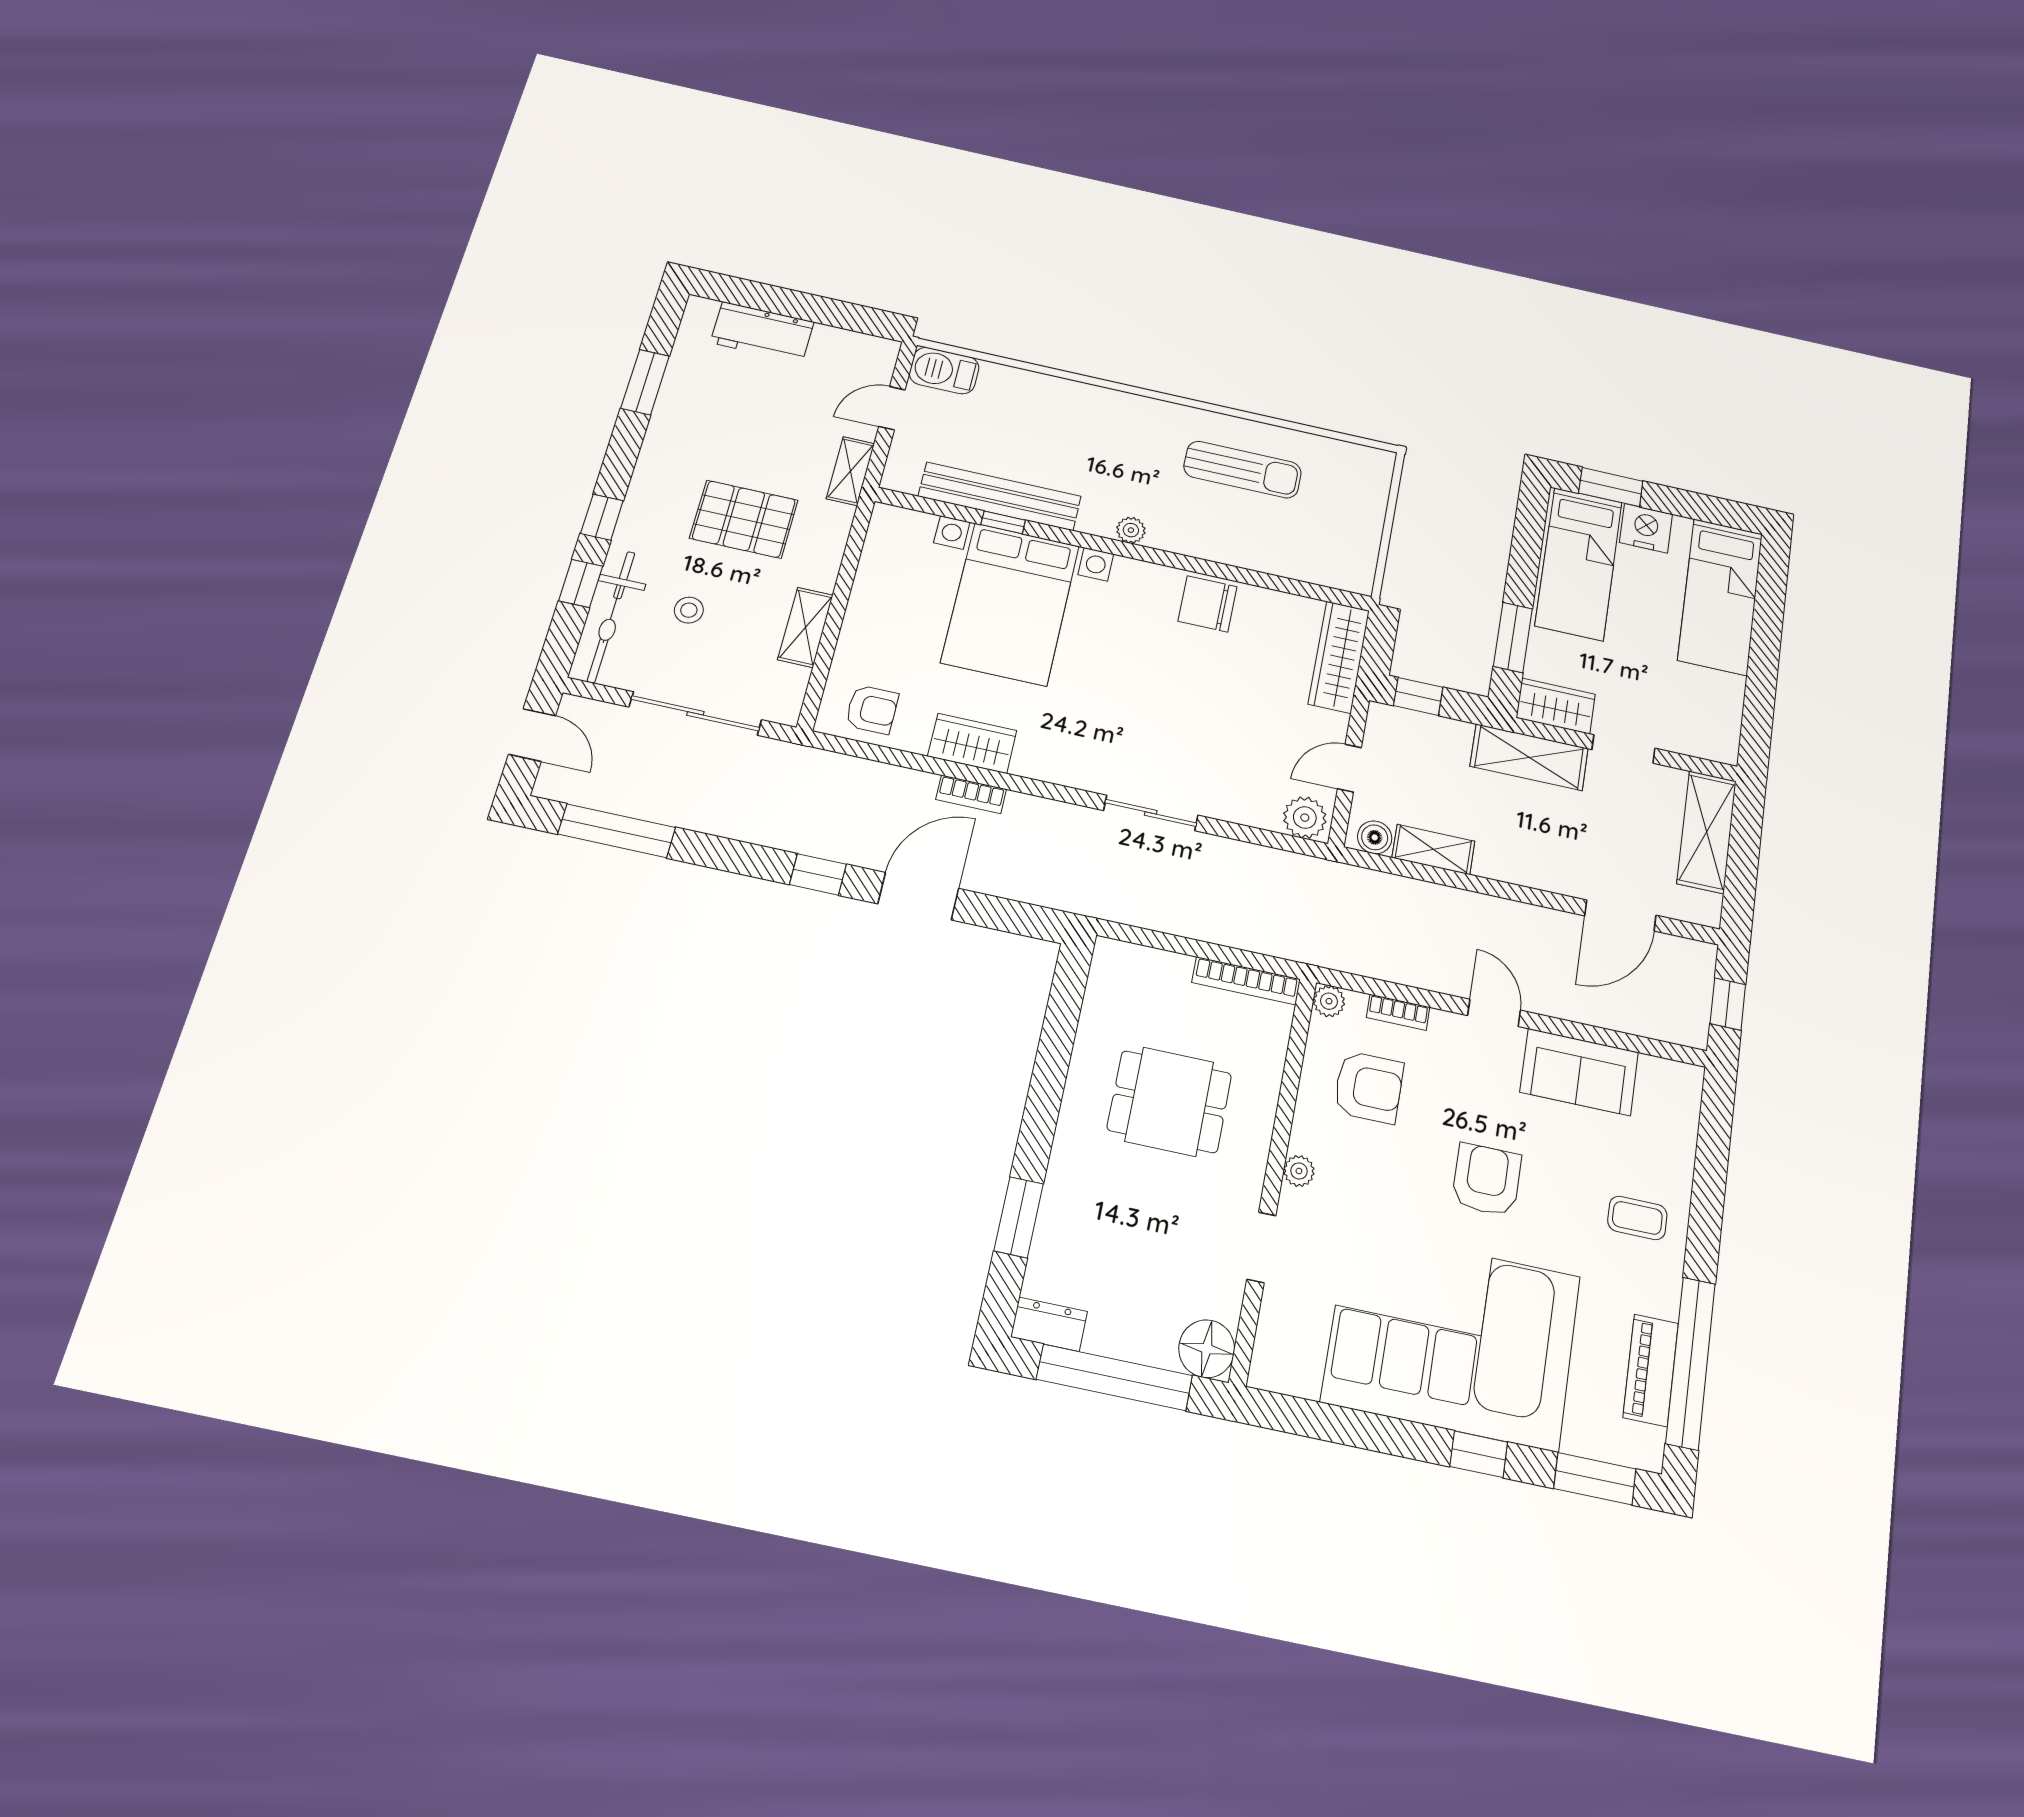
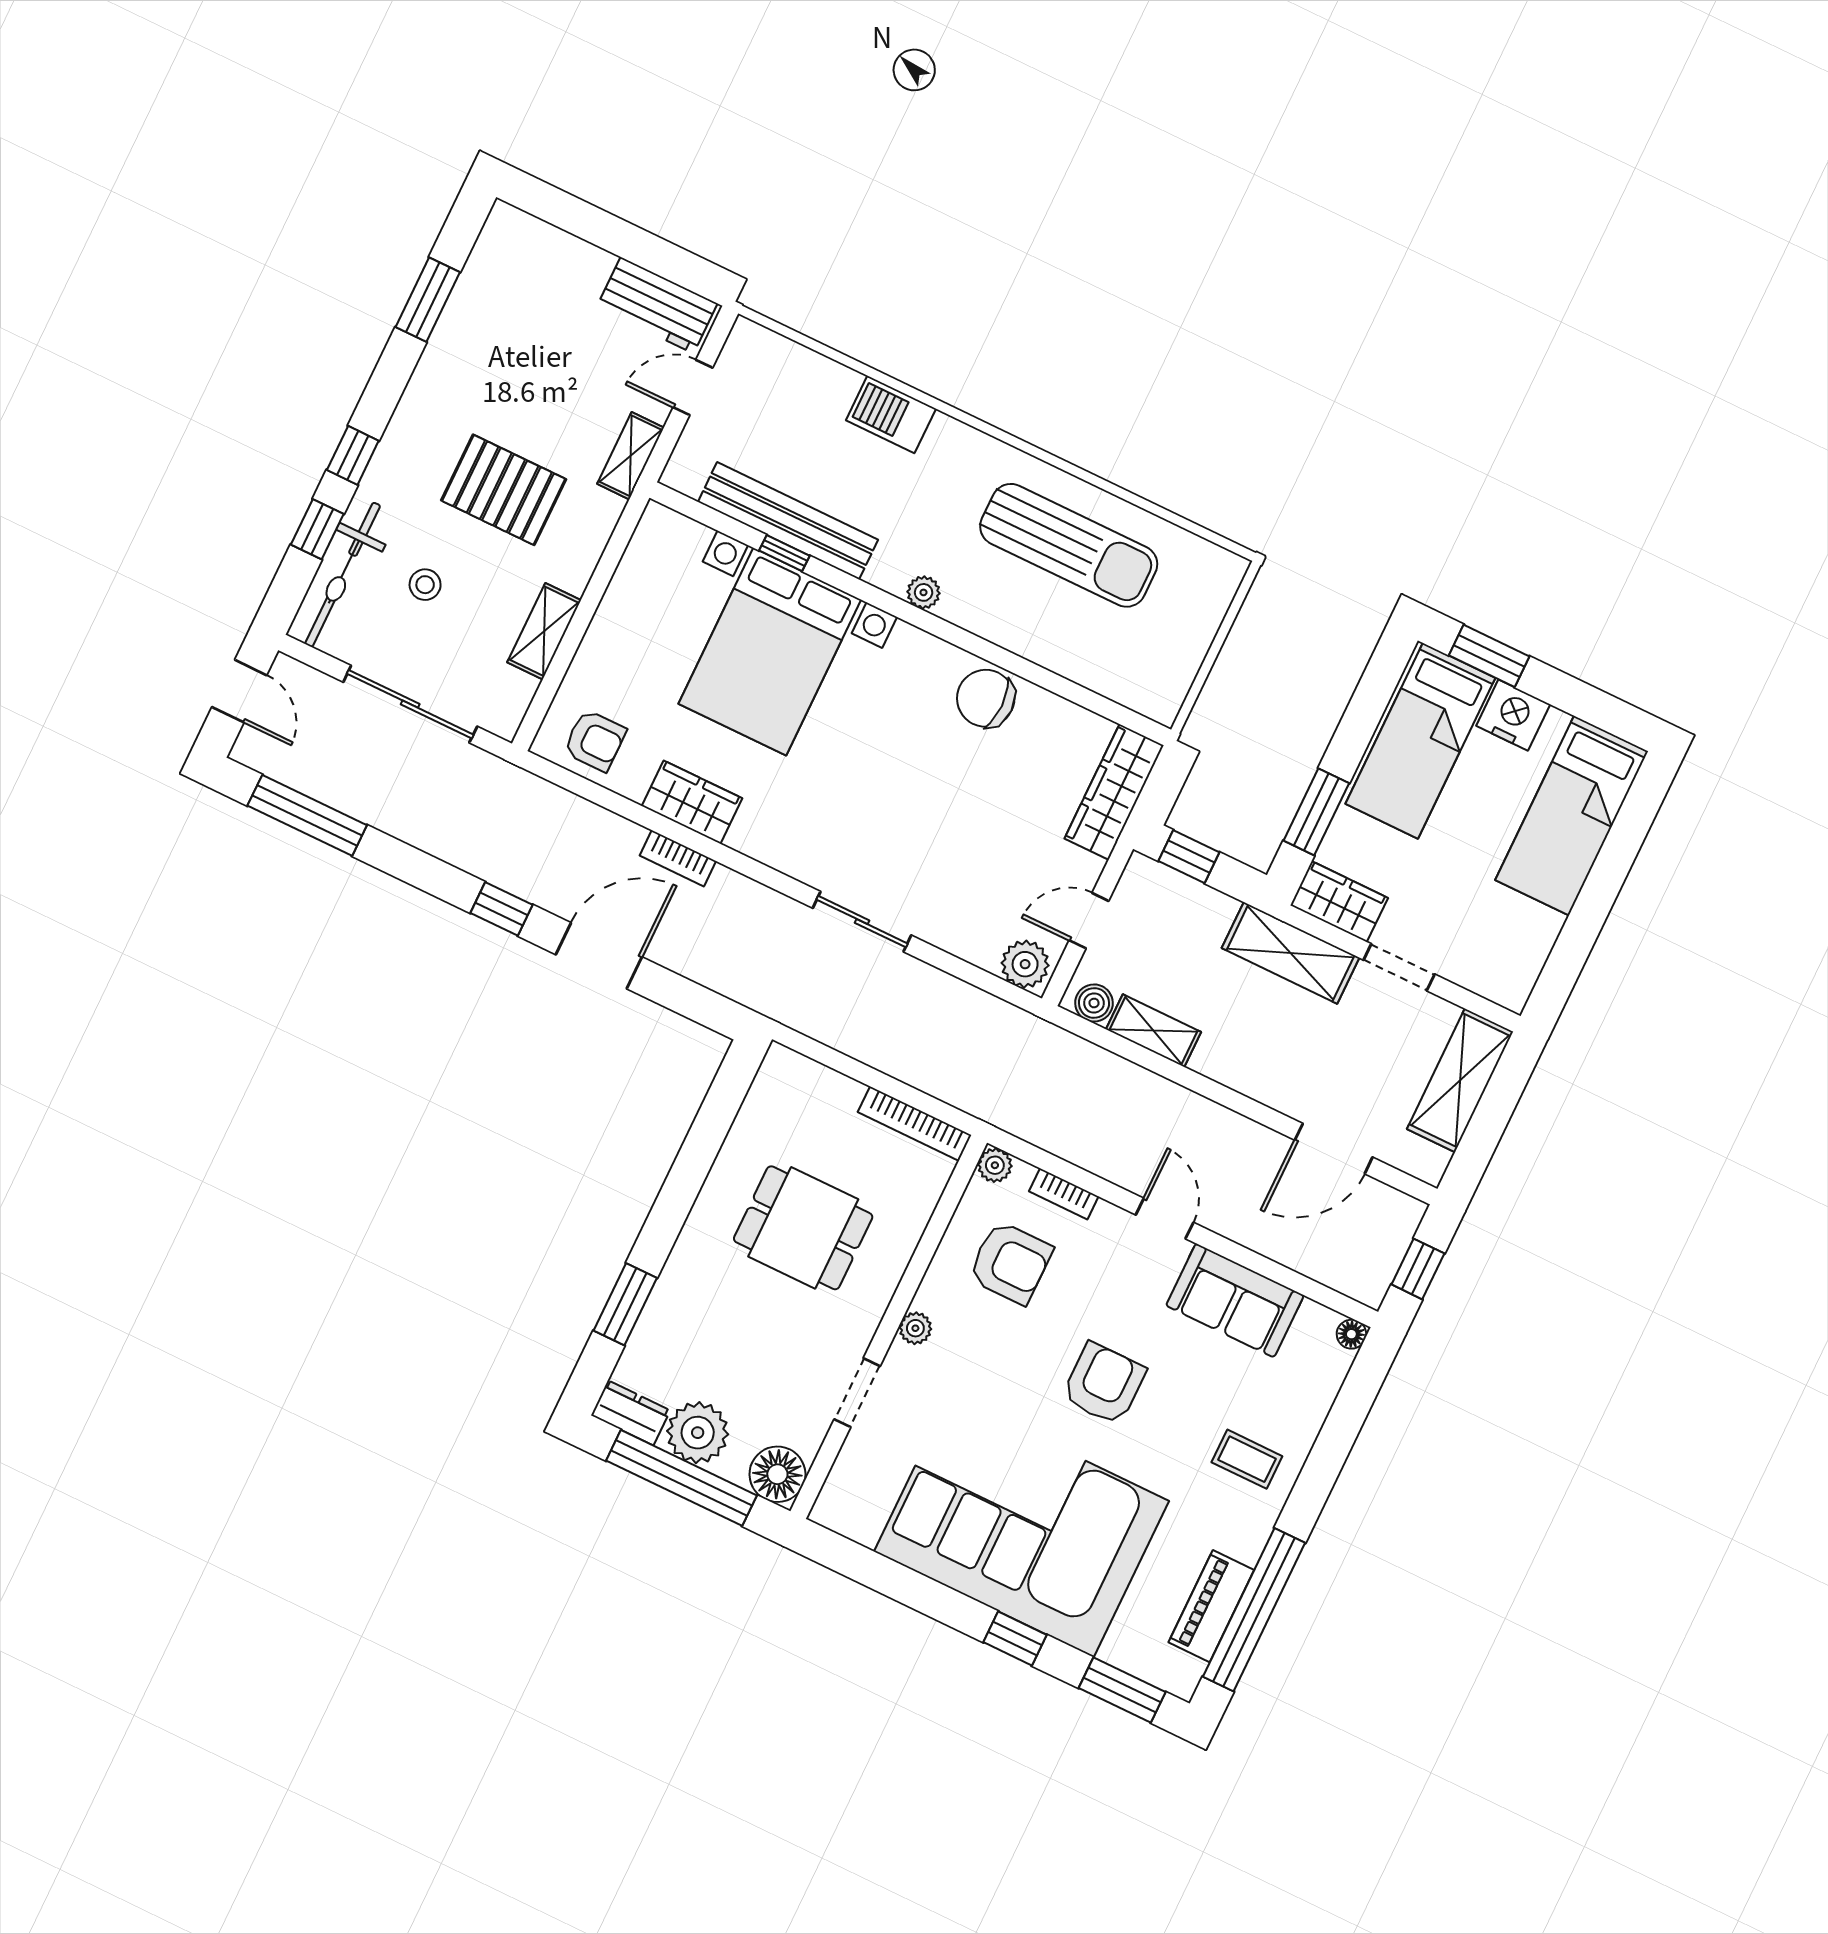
workbench: (762, 332) -> (657, 305), moved
barbecue: (944, 371) -> (891, 414), moved
sun lounger: (1243, 470) -> (1069, 545), width x1.36, depth x1.34
floor lamp: (1691, 1077) -> (1351, 1334), added
plant: (1119, 1327) -> (698, 1433), added

